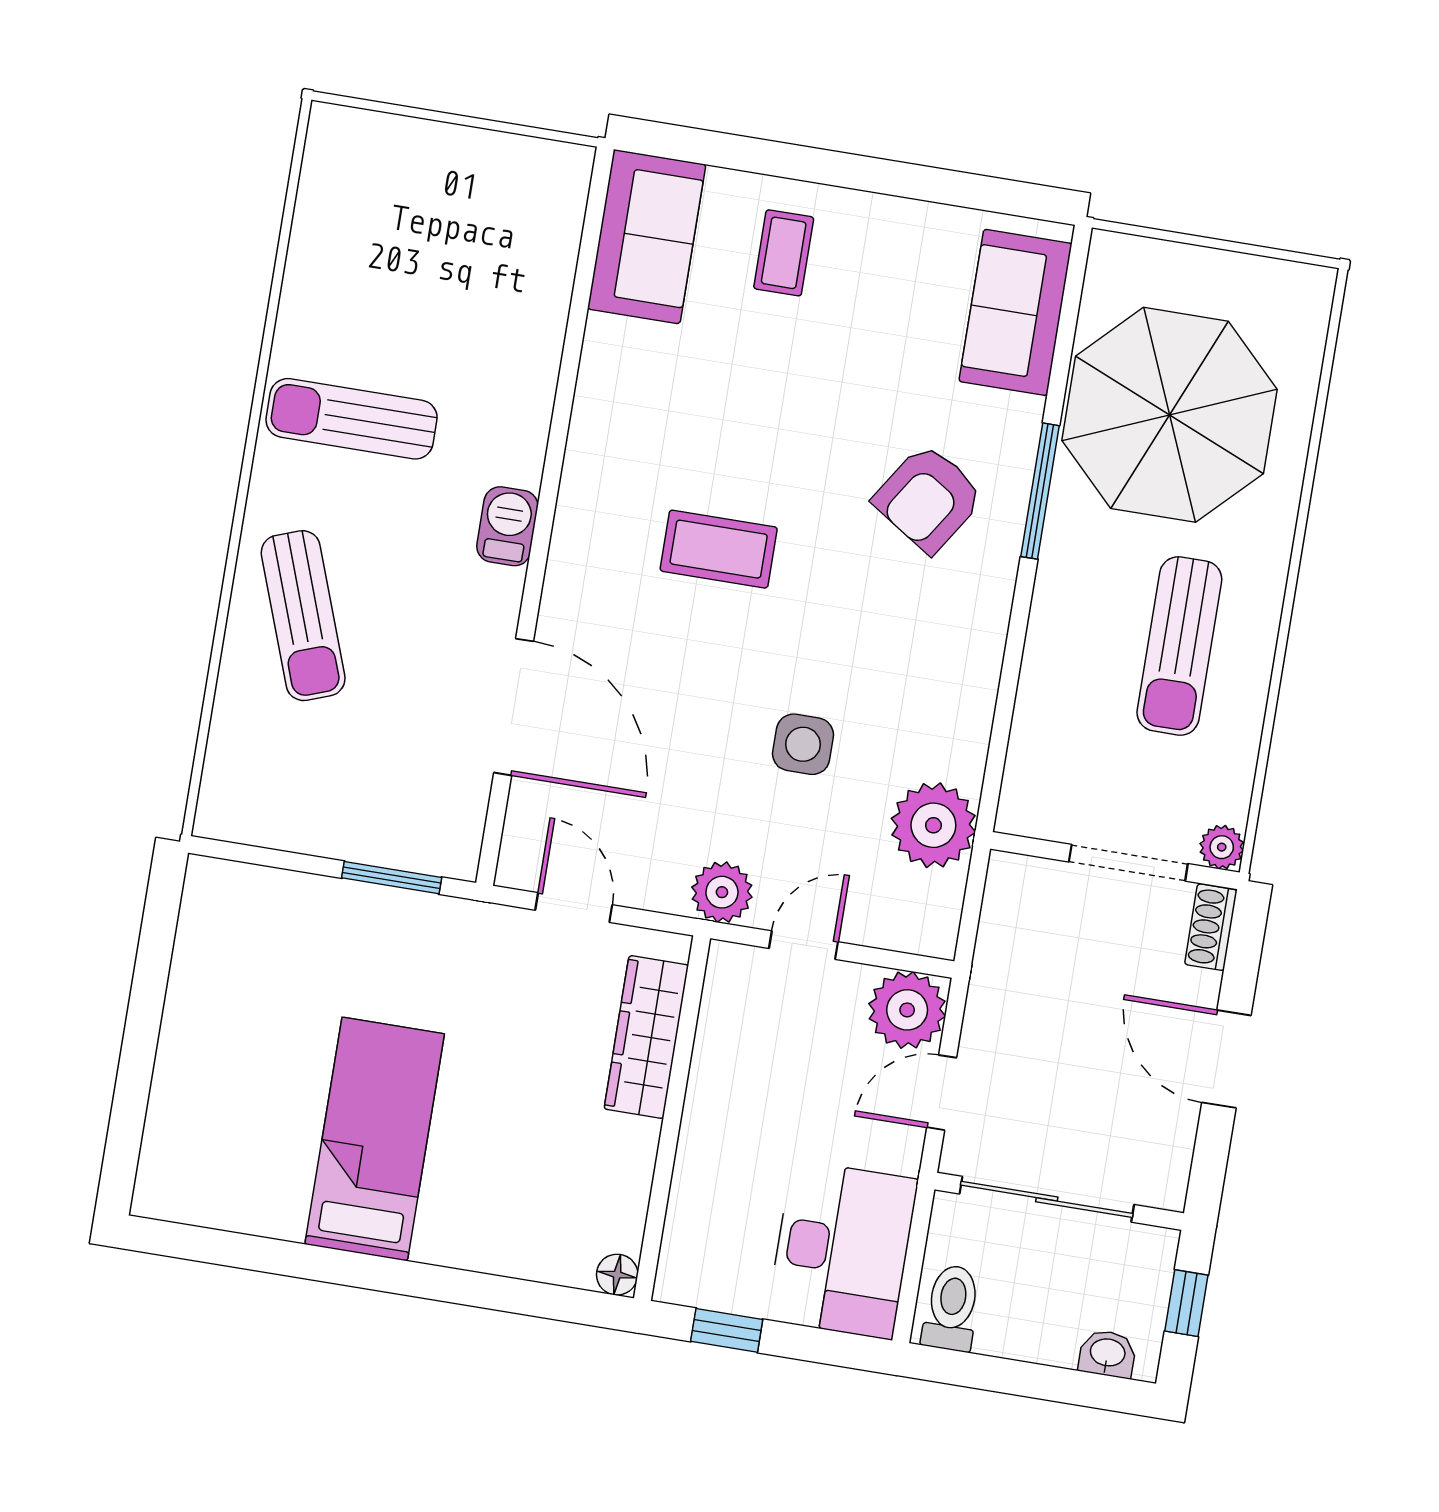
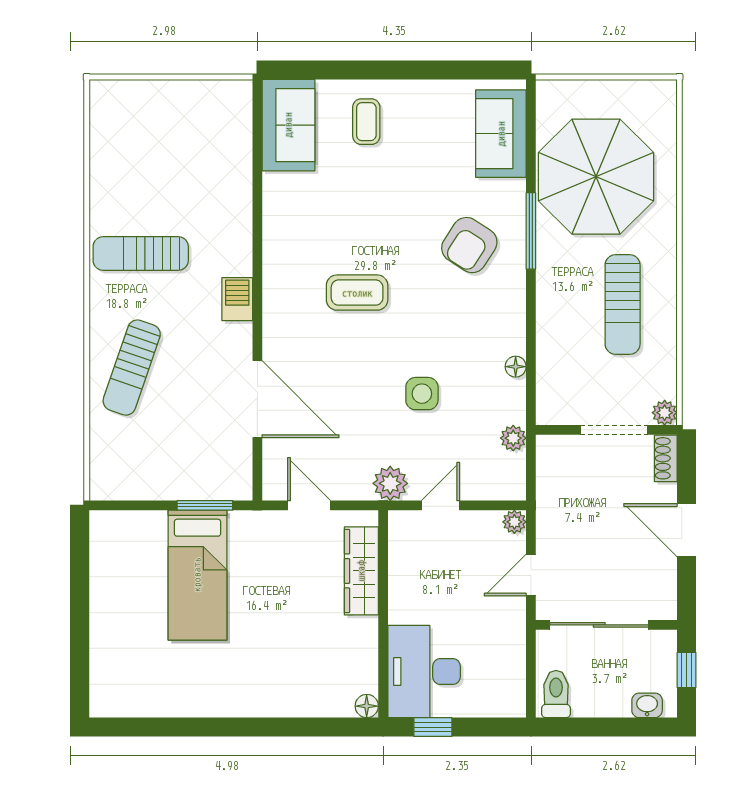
sun lounger: (303, 616) -> (132, 368), turned 39
floor lamp: (975, 724) -> (516, 367), added
plant: (933, 825) -> (513, 438), width x0.53, depth x0.53
plant: (907, 1010) -> (514, 522), width x0.53, depth x0.53
bed: (375, 1139) -> (197, 575), moved, turned 180
desk: (842, 1250) -> (424, 671), moved, turned 180

